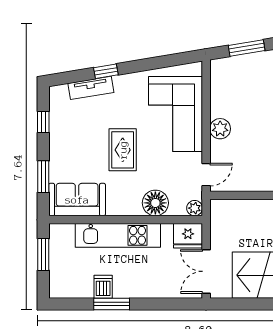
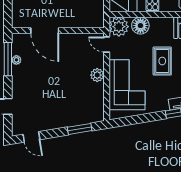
door: (206, 175) -> (107, 44), hinge flipped
plant: (195, 208) -> (119, 27), width x1.88, depth x1.88

